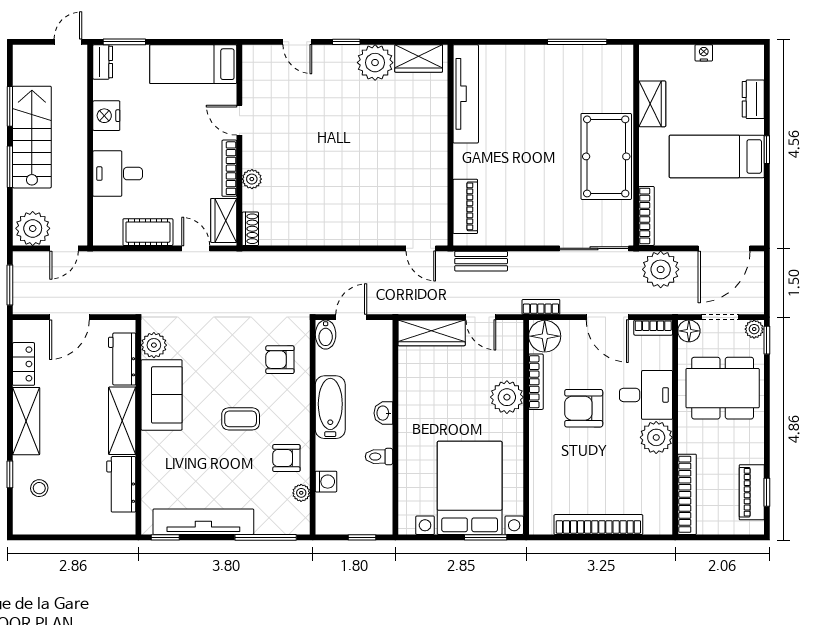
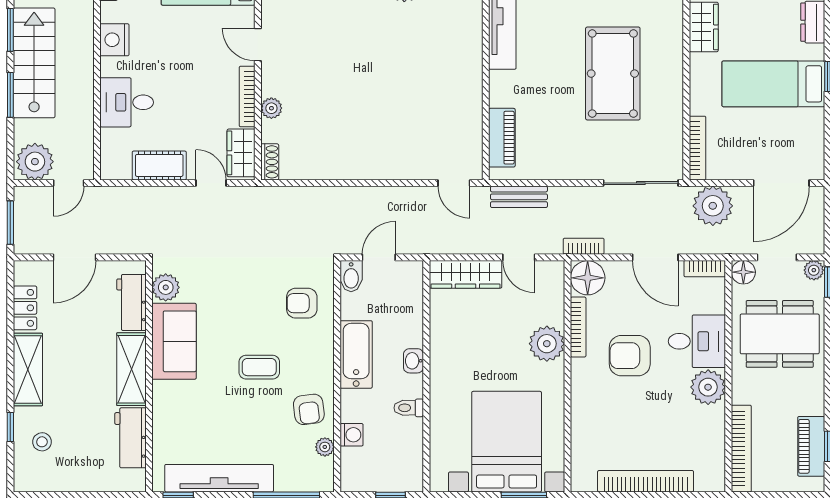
pool table: (606, 156) -> (613, 74), moved
armchair: (286, 458) -> (309, 409), turned -97

